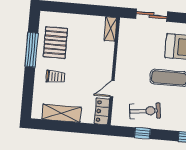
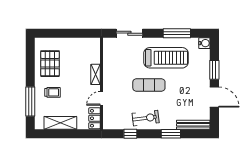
shelving: (110, 29) -> (96, 74), moved
window: (32, 50) -> (30, 102), moved
exercise bike: (145, 111) -> (146, 118), moved

